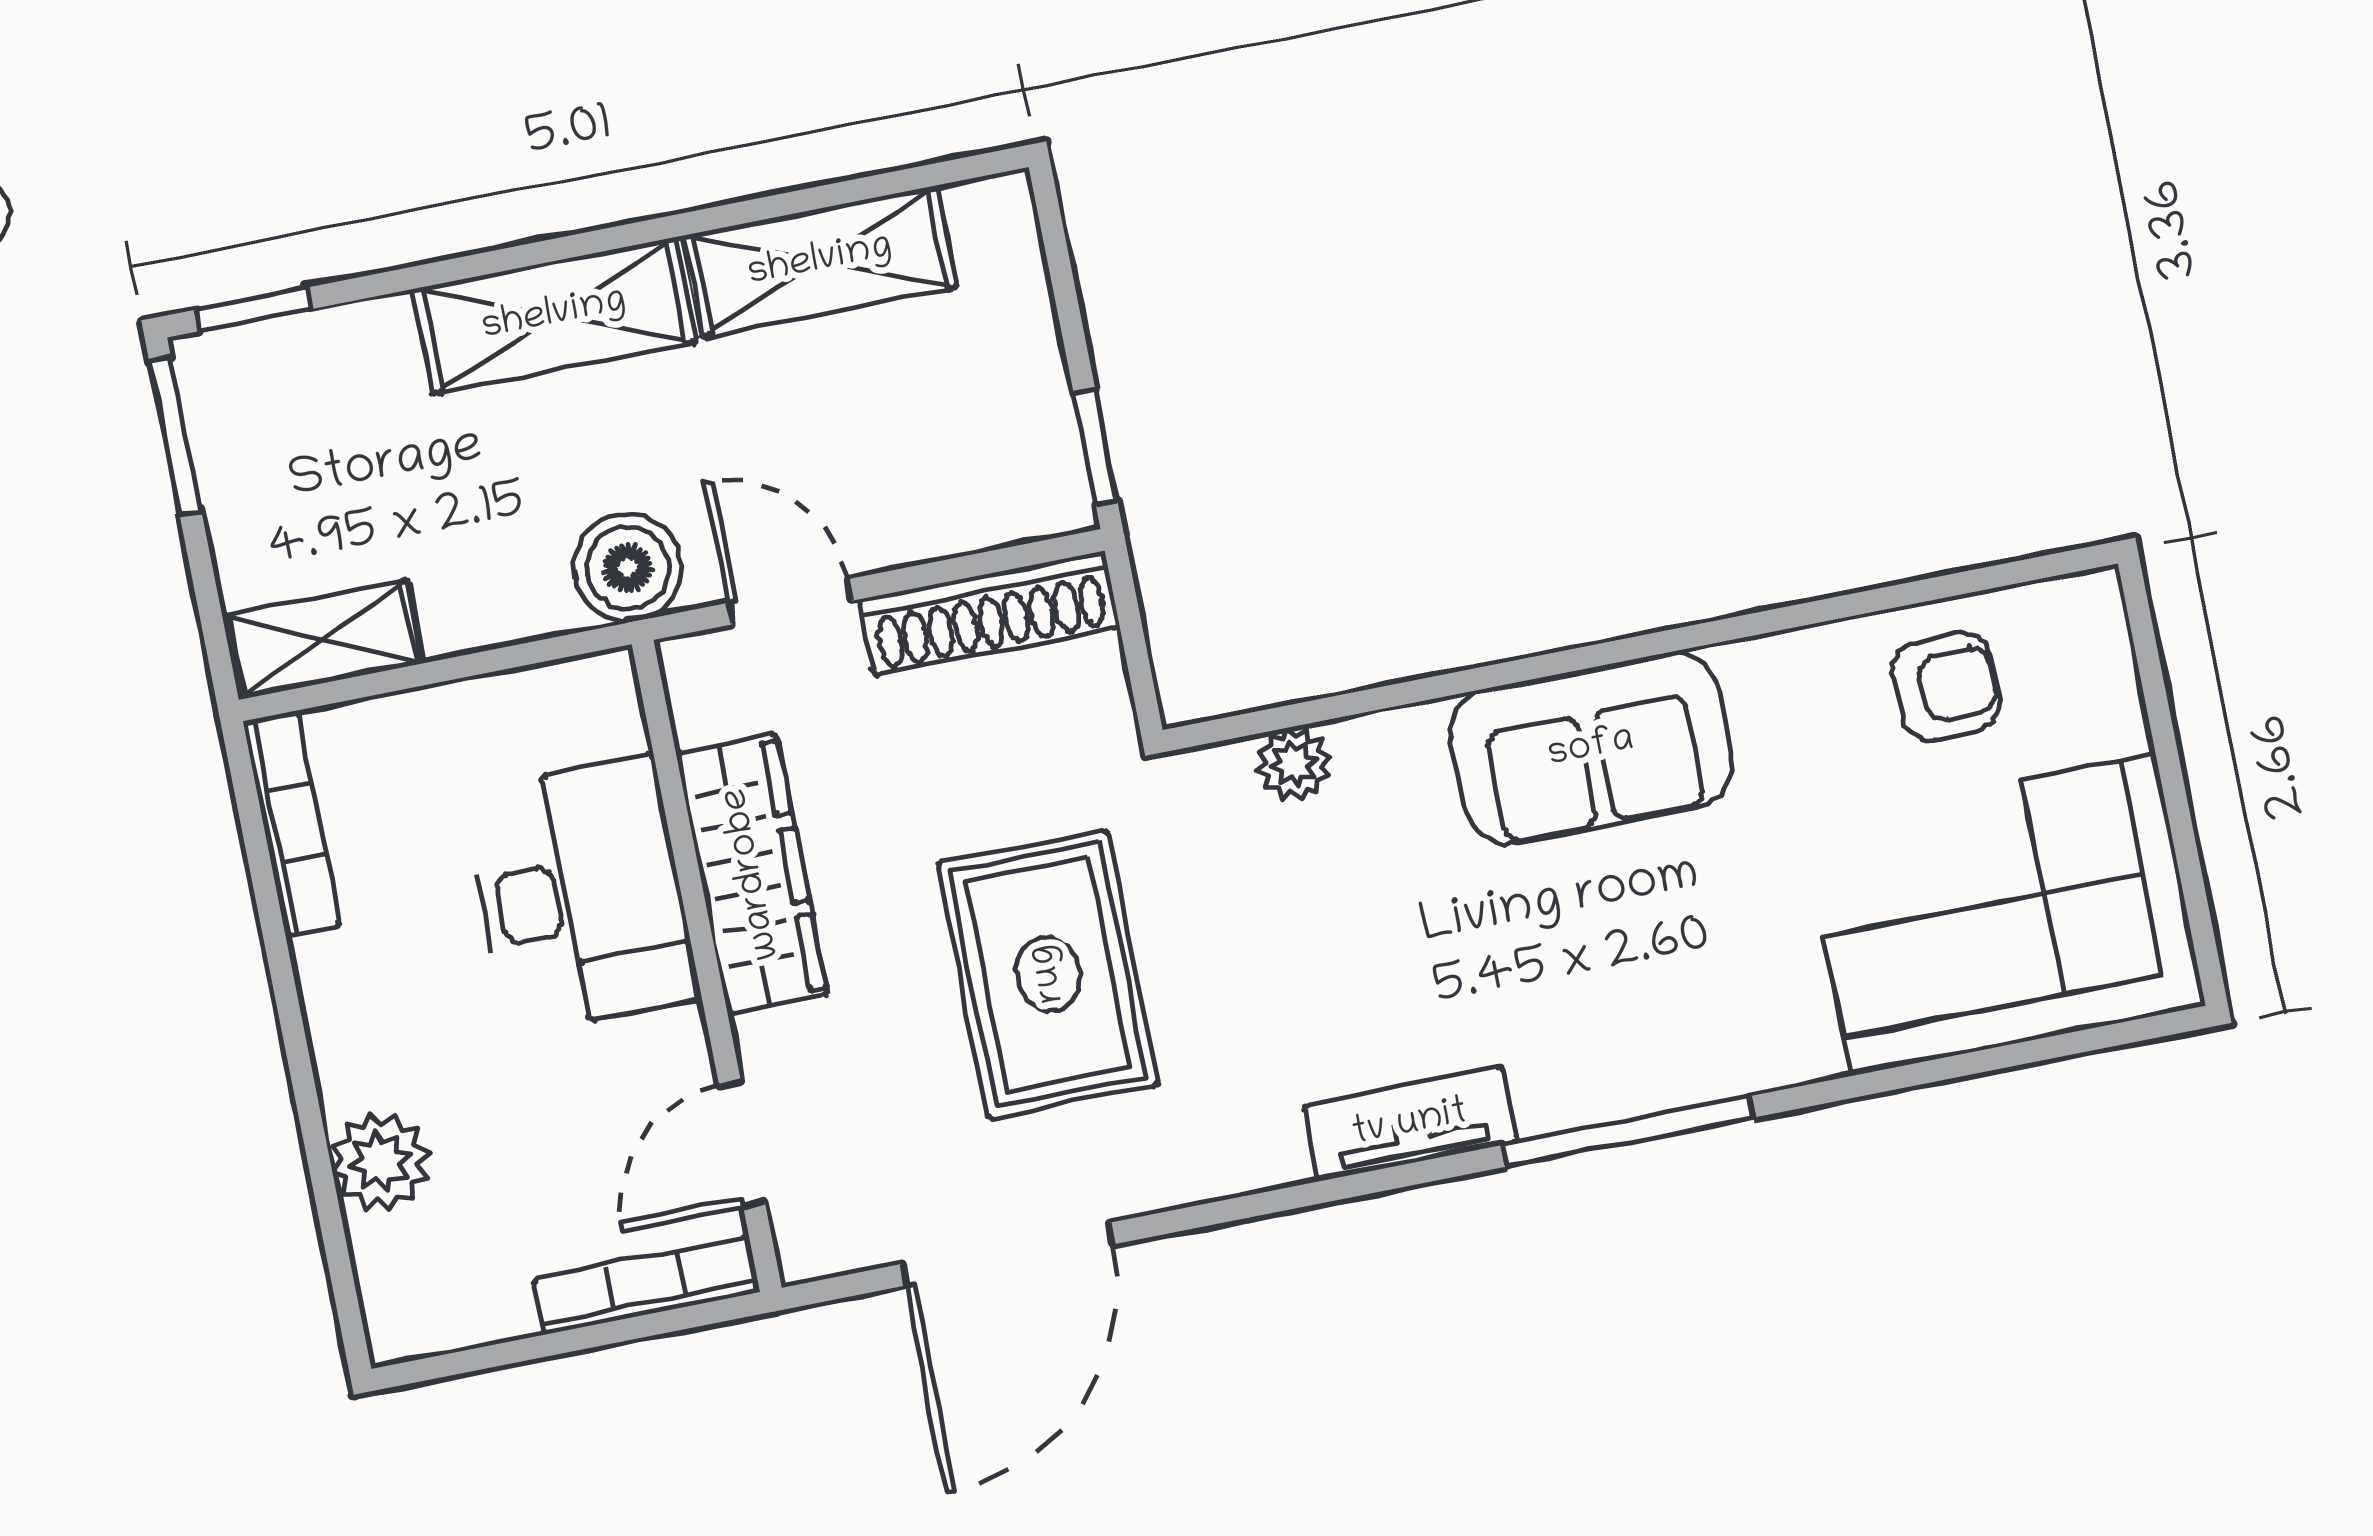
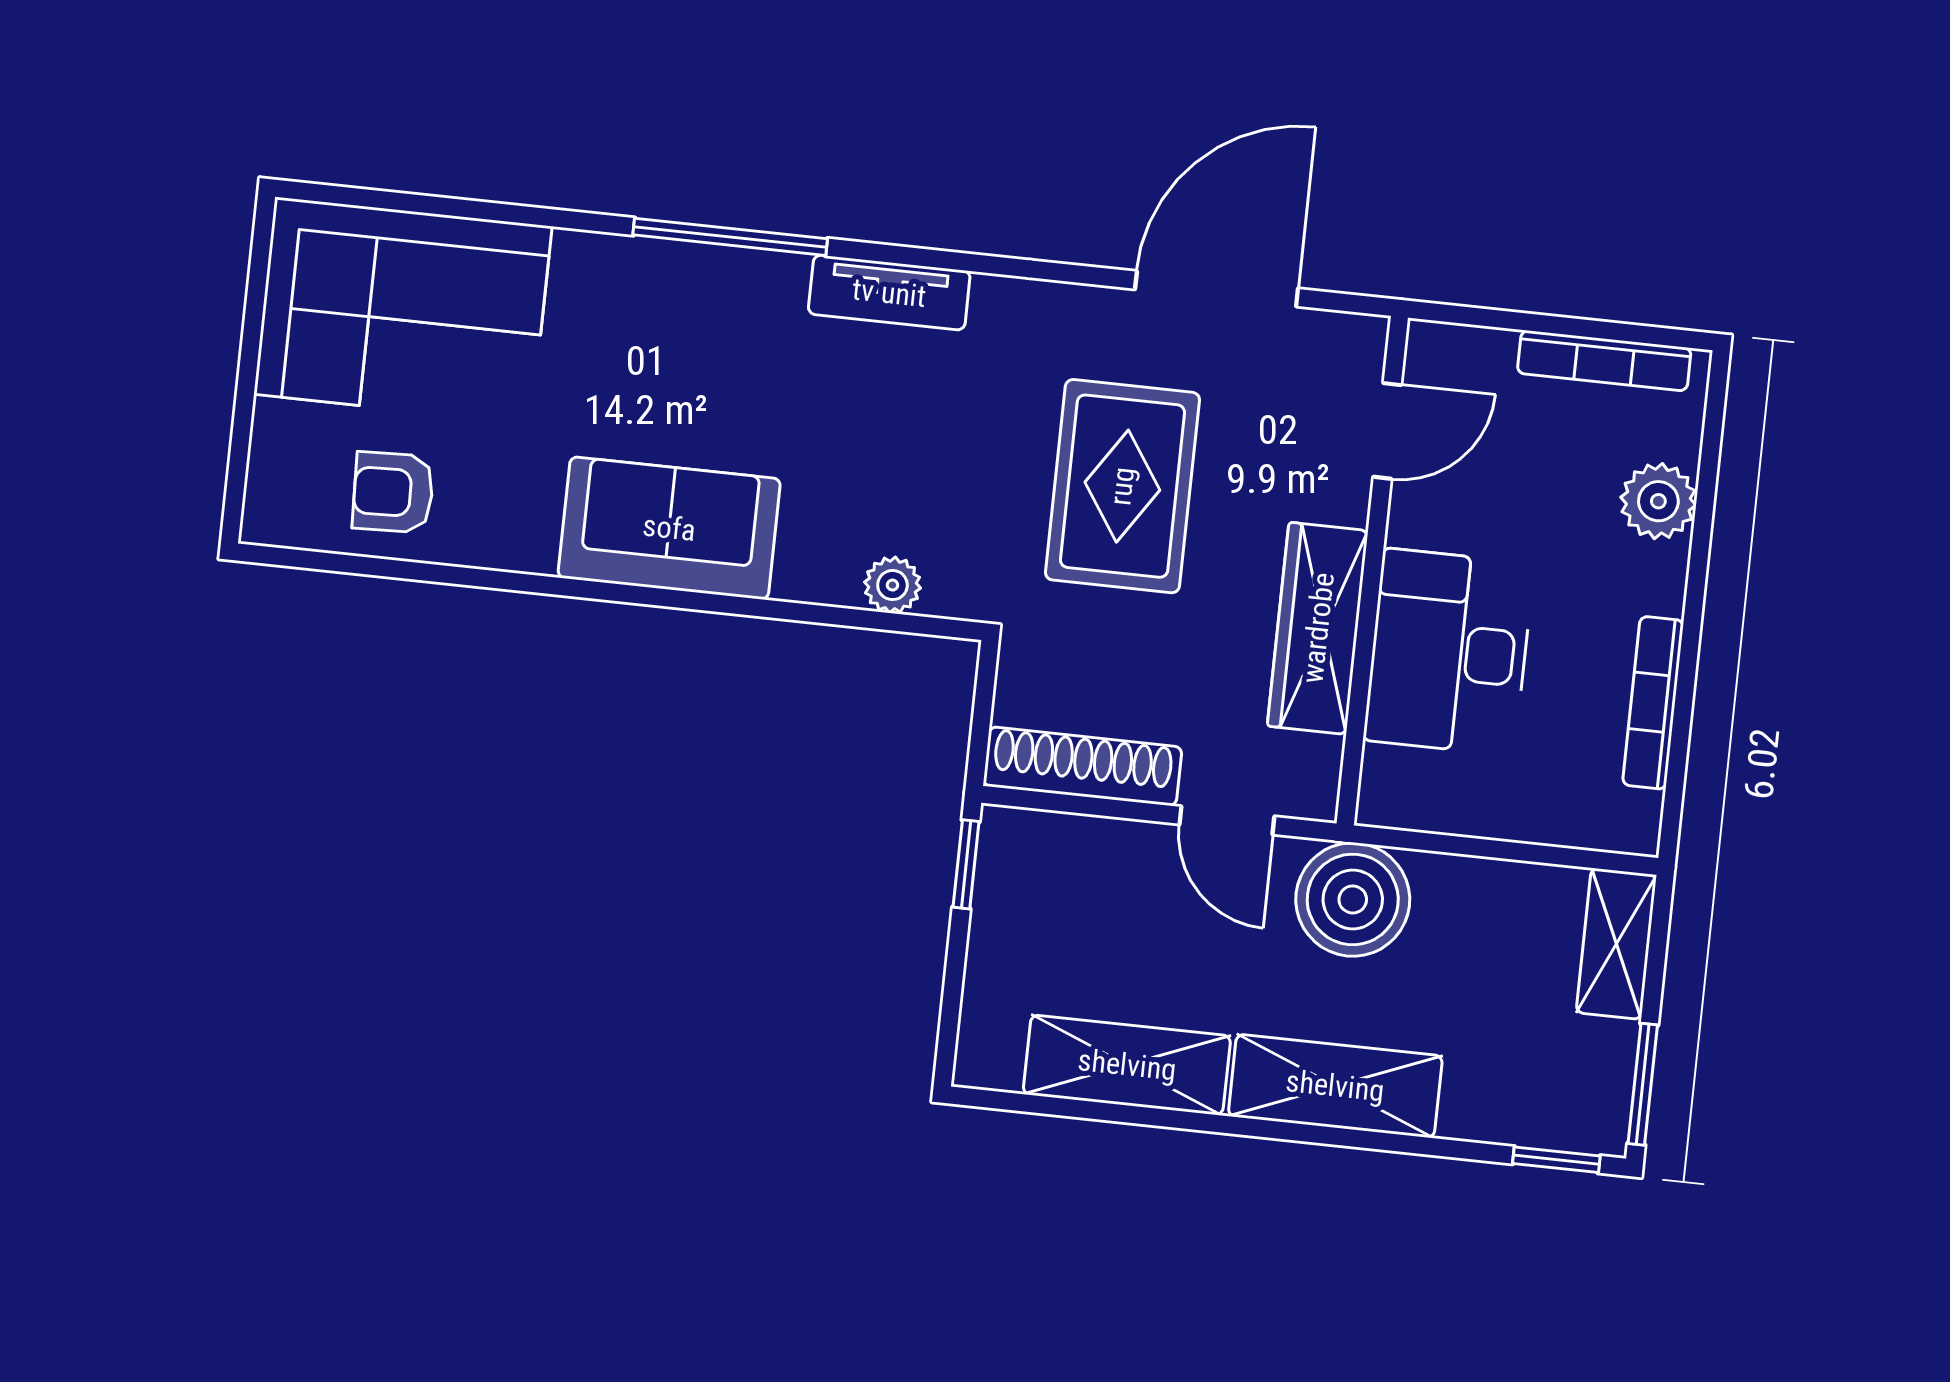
boiler: (628, 568) -> (1353, 899), width x1.37, depth x1.37
shelving: (323, 640) -> (1616, 944), moved, turned 90
bookcase: (292, 824) -> (1653, 703), moved
bookcase: (646, 1286) -> (1604, 361), moved

